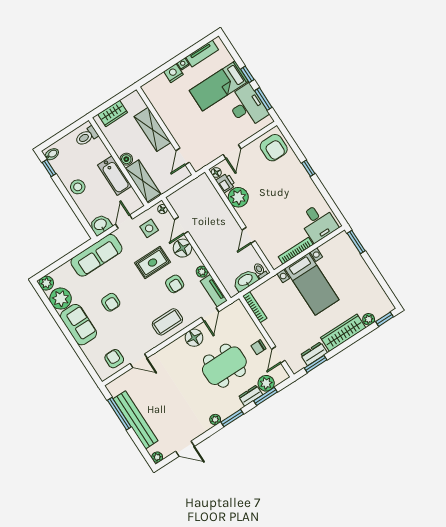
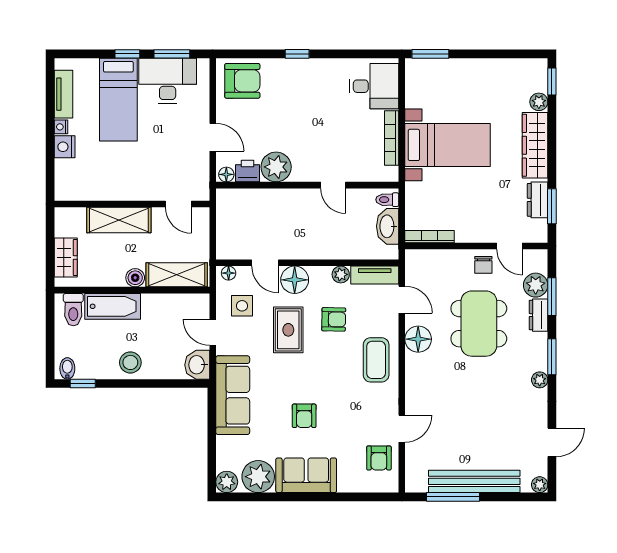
bathtub: (115, 176) -> (113, 306), moved
armchair: (111, 302) -> (304, 416), turned 90
armchair: (114, 359) -> (379, 458), turned -90

